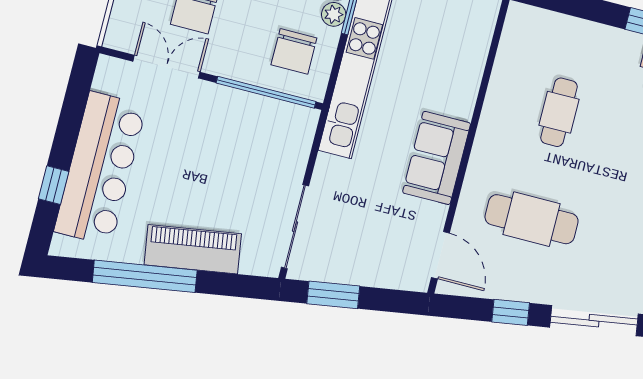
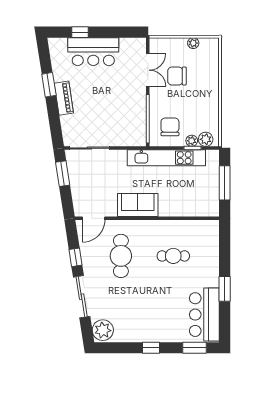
chair: (294, 51) -> (170, 127), turned 90
bar counter: (100, 168) -> (93, 52), width x0.73
piano: (193, 249) -> (64, 98), width x0.73, depth x0.75
window: (145, 276) -> (49, 85), width x0.47

